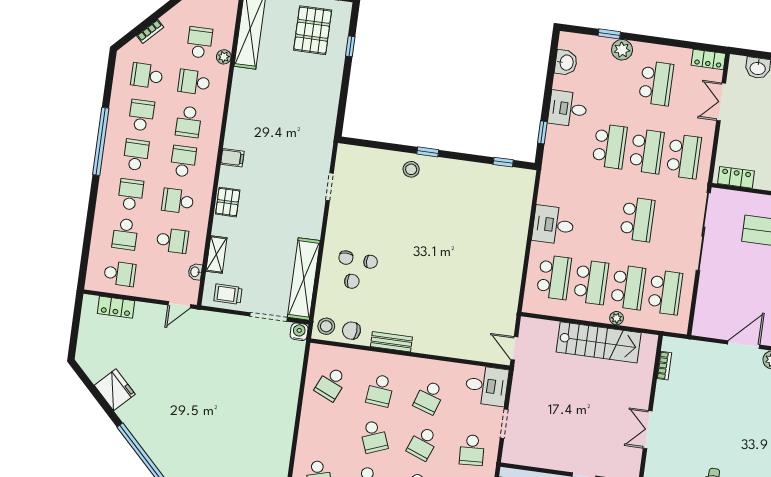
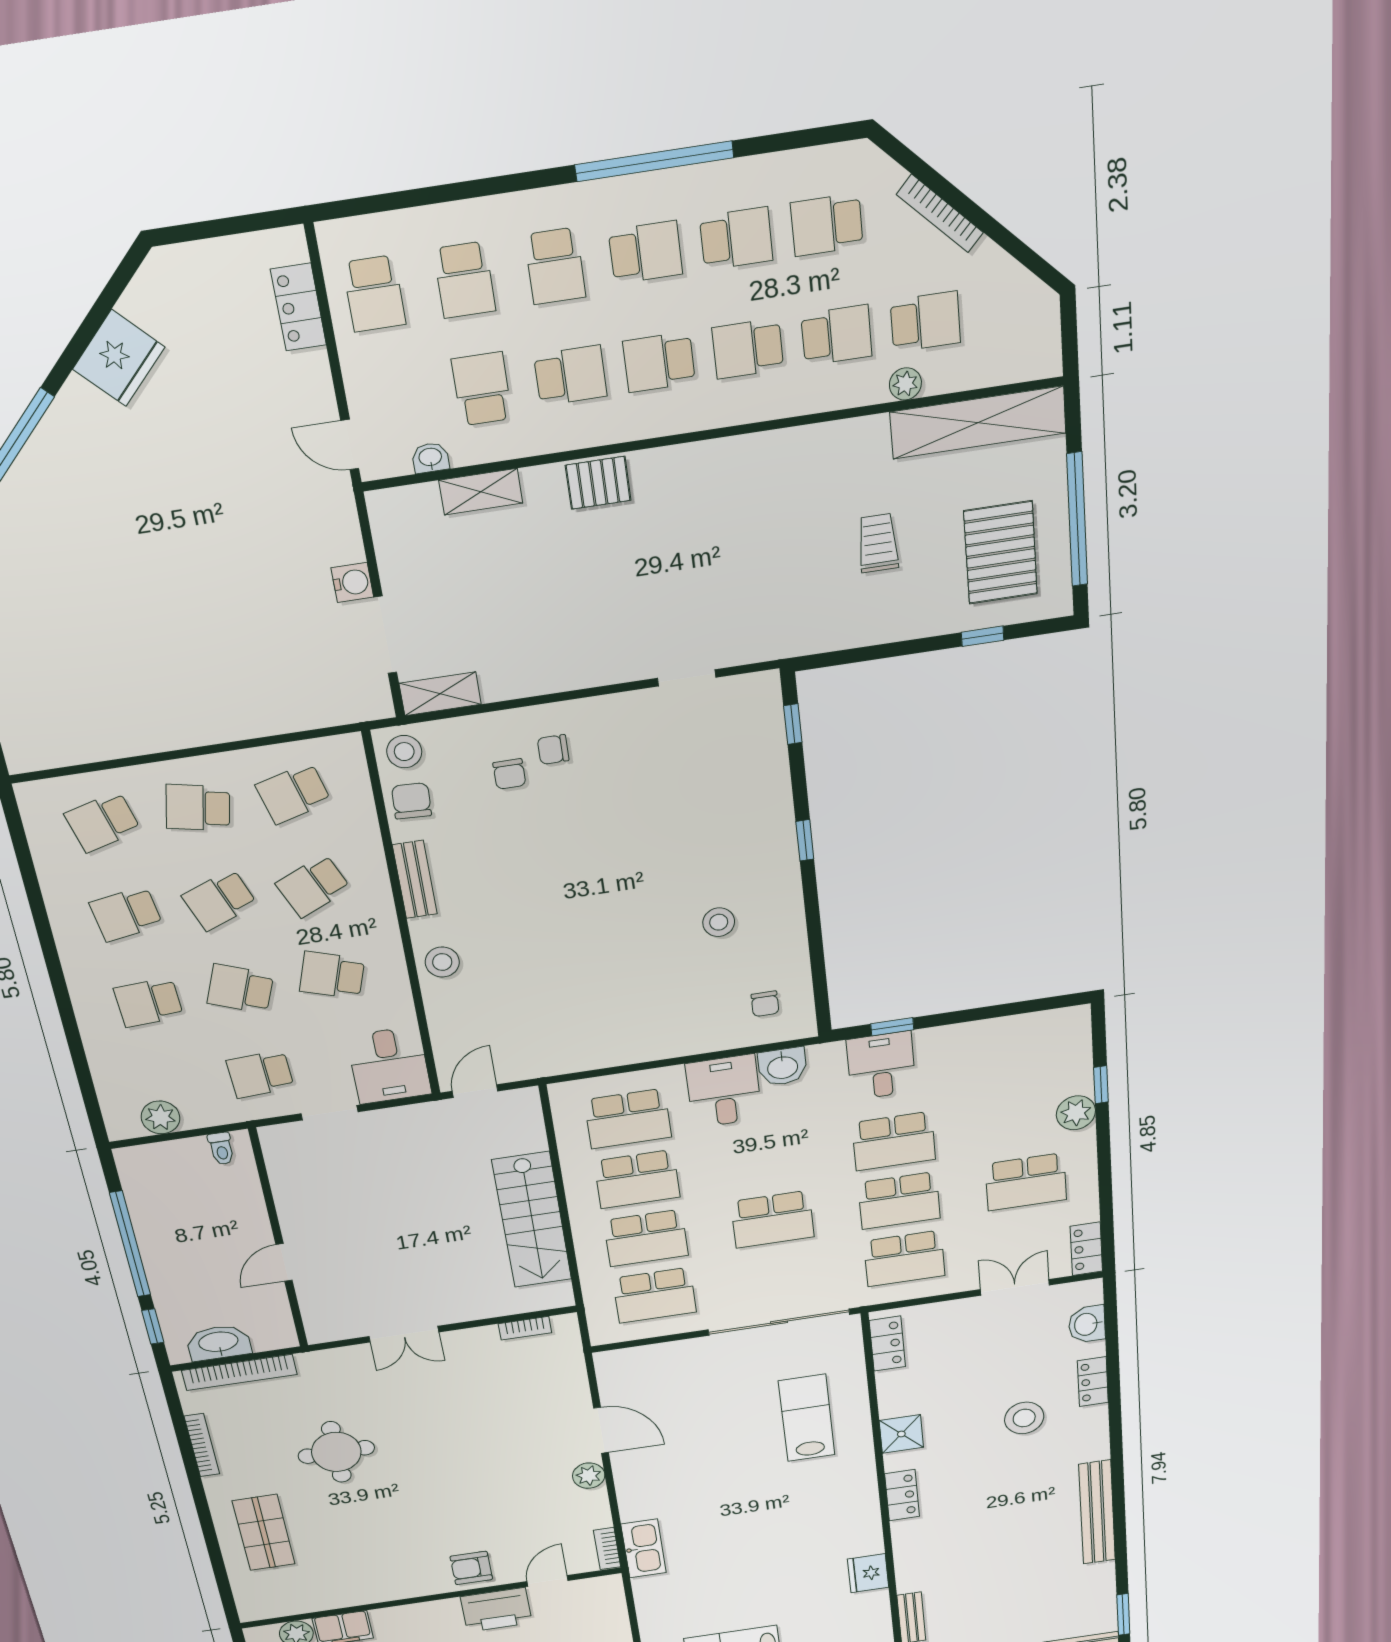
pallet: (313, 30) -> (1001, 553), turned 90
bookcase: (150, 31) -> (940, 213), width x1.56
washbasin: (566, 62) -> (783, 1067), moved
school desk: (147, 76) -> (827, 225), turned -90
school desk: (194, 82) -> (837, 335), turned 90
desk: (568, 109) -> (881, 1066), moved
filing cabinet: (232, 158) -> (694, 465), removed
school desk: (183, 161) -> (659, 362), turned 180
window: (503, 162) -> (793, 724), moved
stool: (411, 169) -> (719, 922), moved
school desk: (131, 194) -> (555, 266), turned 90
school desk: (178, 201) -> (570, 376), turned 90
school desk: (125, 234) -> (465, 280), turned -90
school desk: (172, 241) -> (482, 389), turned 180
chair: (371, 262) -> (765, 1004), moved
shelving: (304, 279) -> (440, 694), width x0.45, depth x0.75
trolley: (228, 294) -> (878, 543), moved
plant: (617, 318) -> (585, 1236), removed
water cooler: (299, 332) -> (352, 582), moved
stool: (439, 342) -> (442, 962), added
school desk: (331, 384) -> (293, 793), turned -39
school desk: (380, 390) -> (313, 886), turned -30
school desk: (325, 430) -> (198, 808), added
double door: (648, 430) -> (404, 1334), swing flipped

